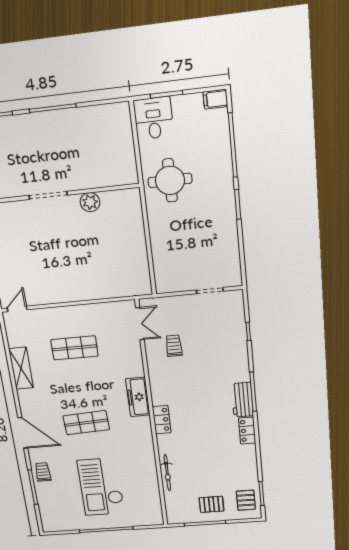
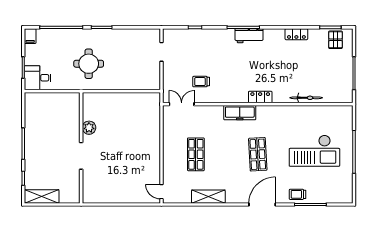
round table: (170, 180) -> (89, 64), moved
locker: (247, 431) -> (296, 34), moved
pallet: (246, 500) -> (335, 40), turned 90
pallet: (211, 504) -> (337, 67), removed

